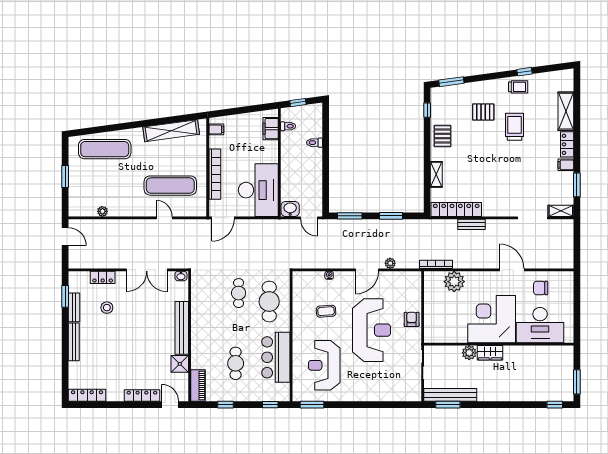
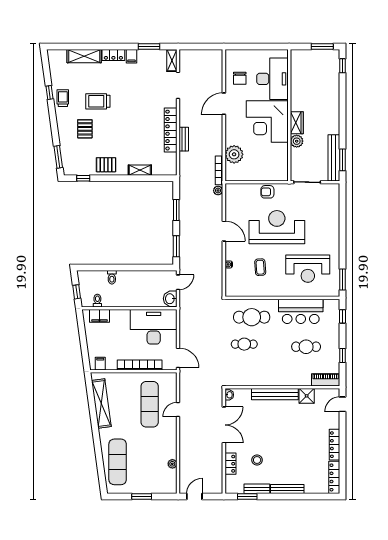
locker: (456, 209) -> (171, 130), moved
plant: (390, 263) -> (218, 190), moved
locker: (142, 396) -> (334, 445), moved

